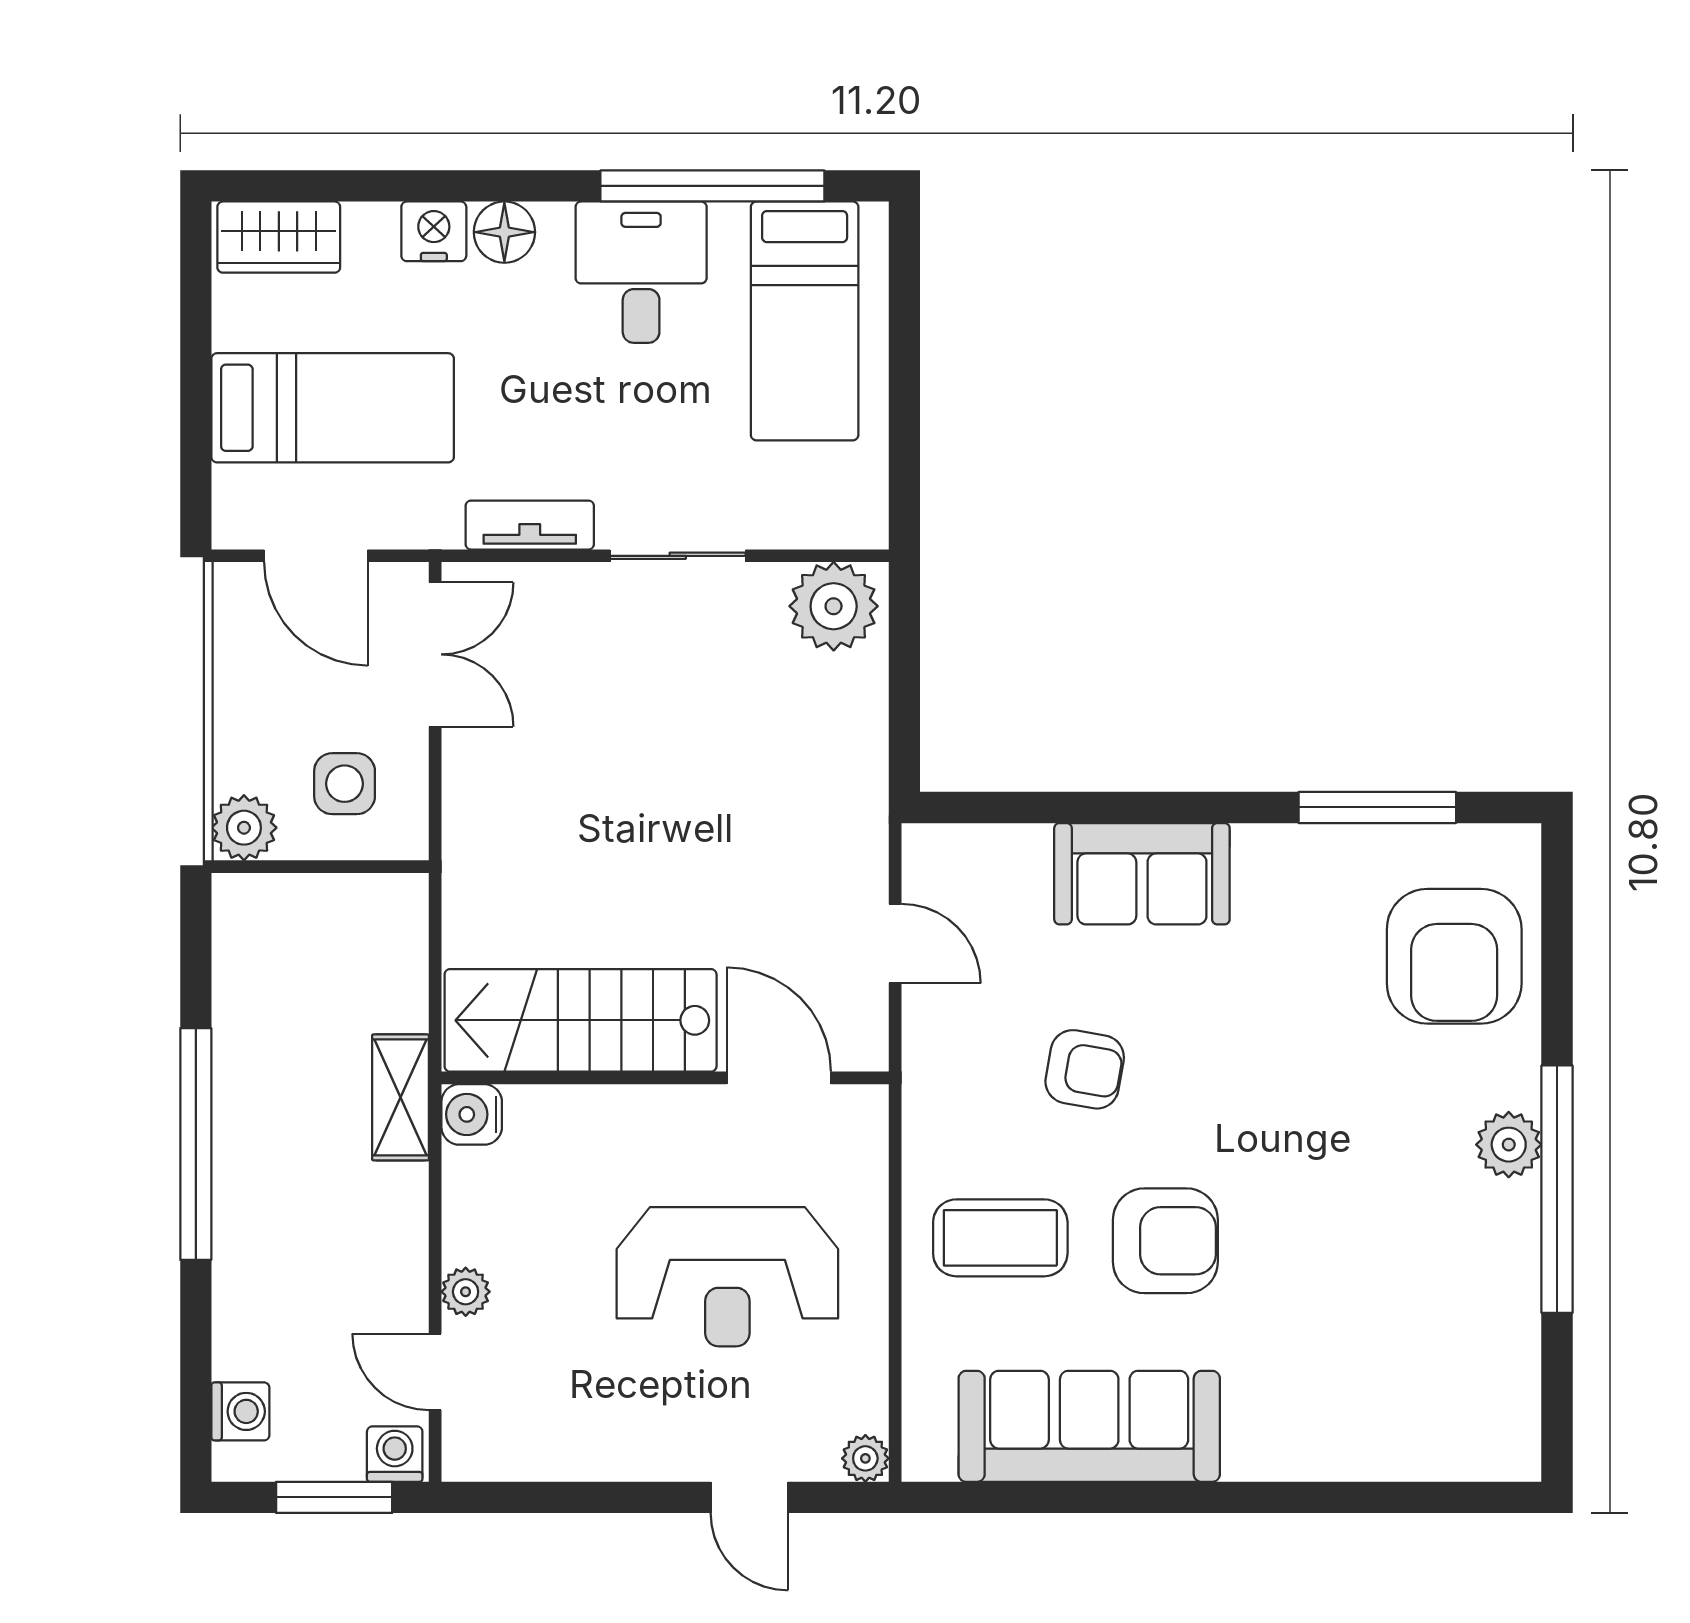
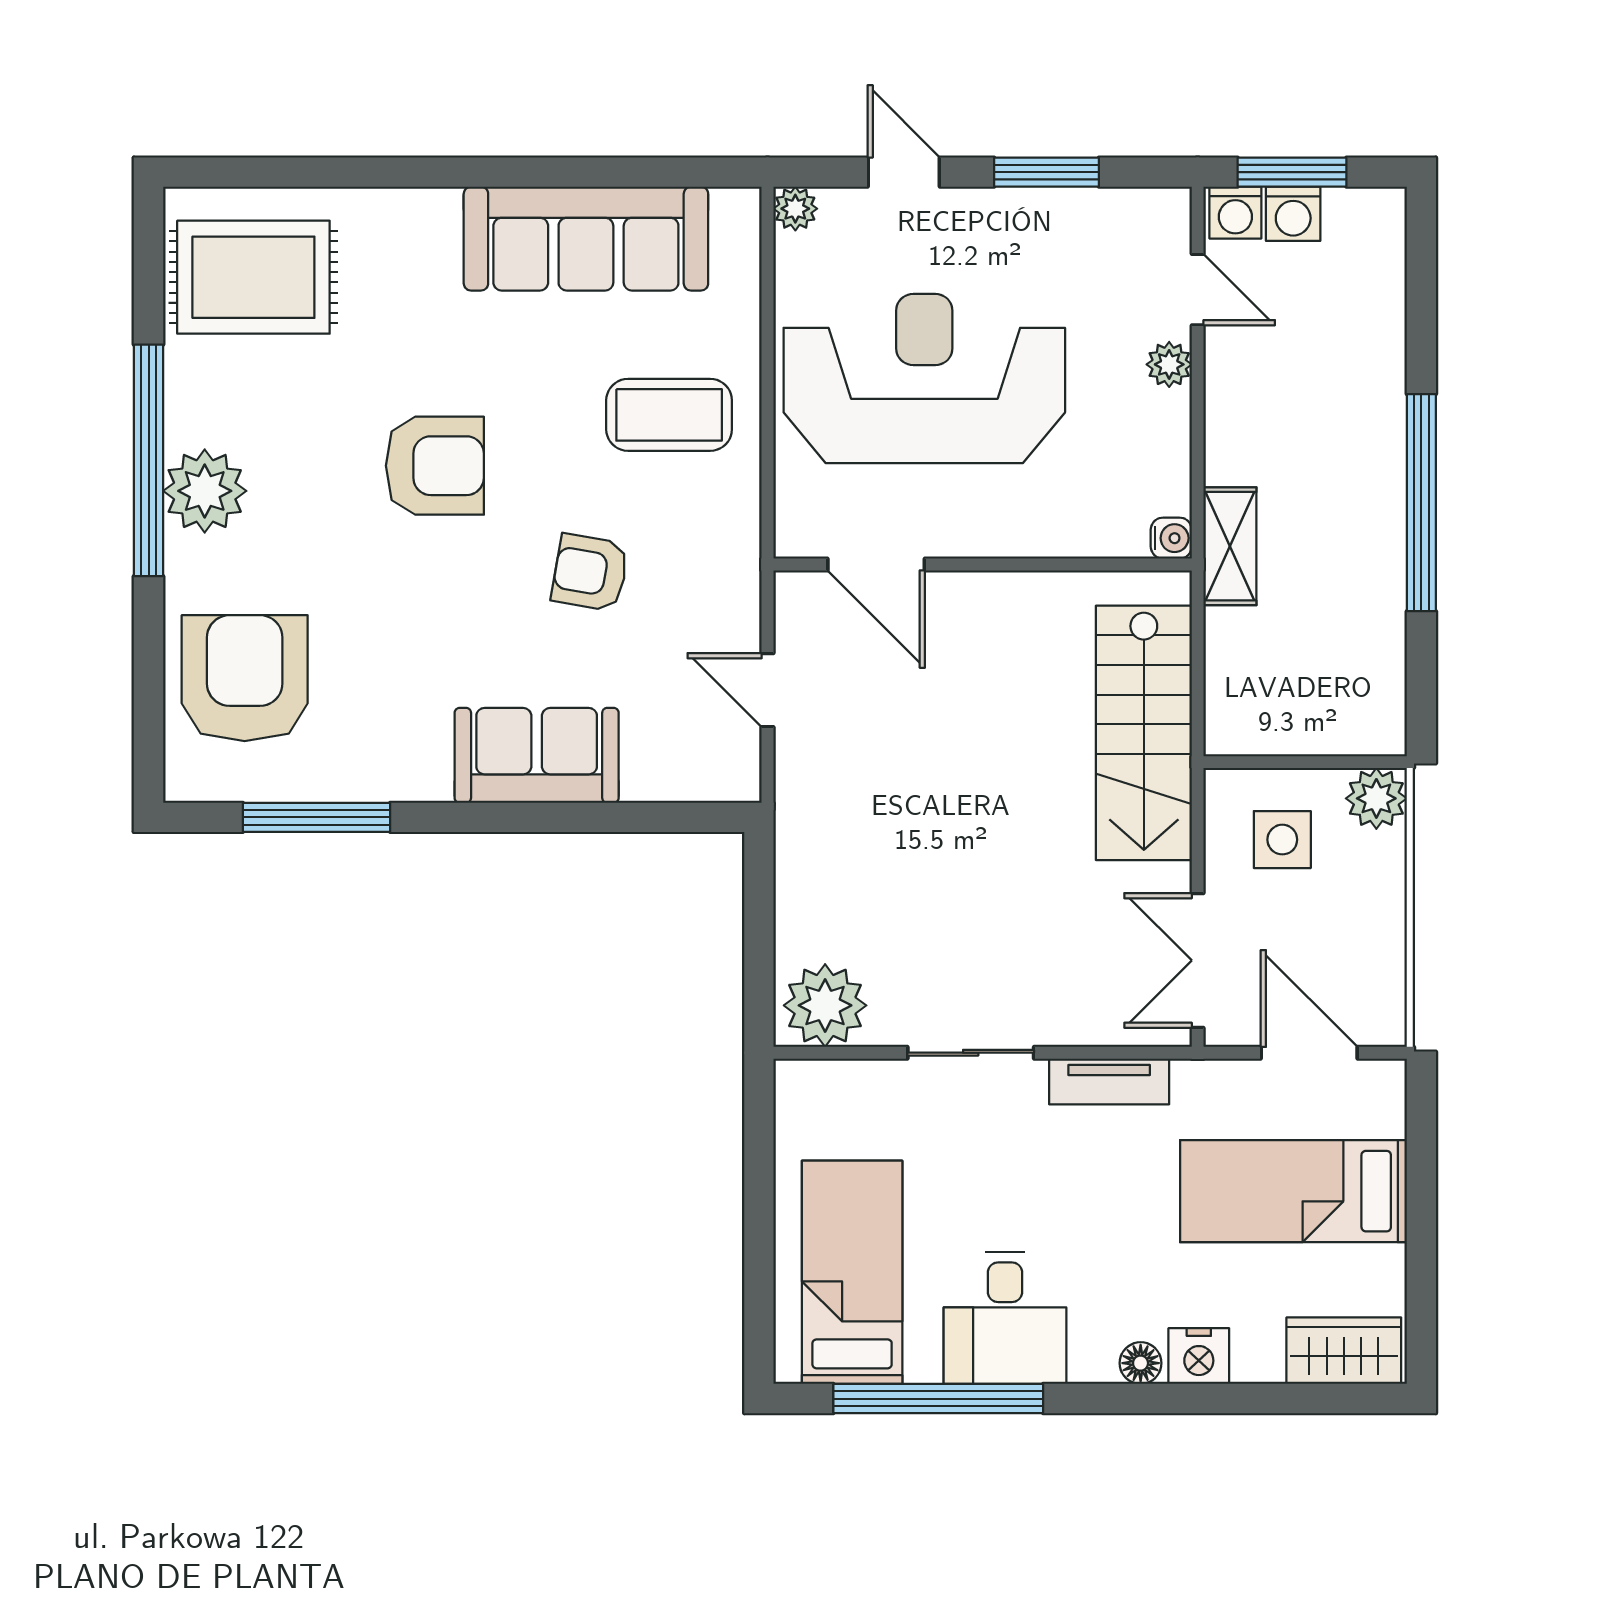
floor lamp: (504, 232) -> (1141, 1363), width x0.73, depth x0.73
stairs: (581, 1020) -> (1144, 733), moved, turned 90
water cooler: (472, 1114) -> (1171, 538), width x0.72, depth x0.72
plant: (1509, 1145) -> (205, 491), width x1.36, depth x1.36
armchair: (1165, 1241) -> (435, 466), moved, turned 180
reception desk: (727, 1277) -> (924, 379), width x1.36, depth x1.30
rug: (1445, 1385) -> (253, 277), added
washing machine: (240, 1411) -> (1293, 214), moved, turned -90
window: (597, 1497) -> (1046, 172), added

